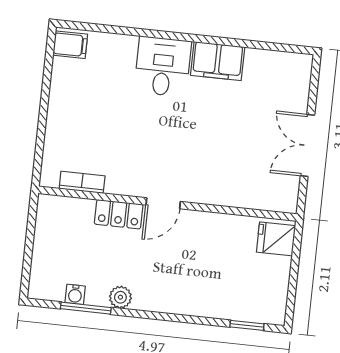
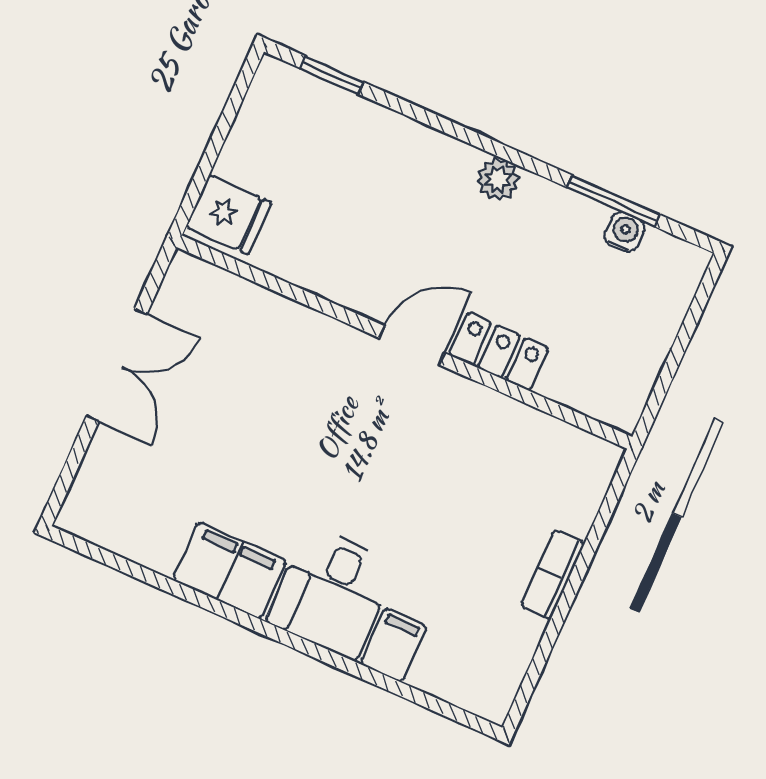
filing cabinet: (70, 45) -> (393, 645), moved, turned 90
bookcase: (82, 182) -> (553, 574), moved, turned 90
plant: (120, 297) -> (498, 180), moved

